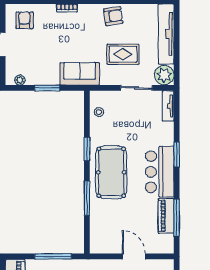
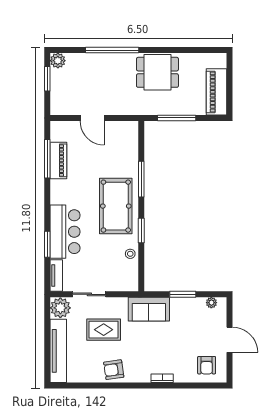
stool: (99, 112) -> (130, 254), moved
window: (177, 154) -> (47, 244), moved
bar counter: (160, 172) -> (65, 232), moved

